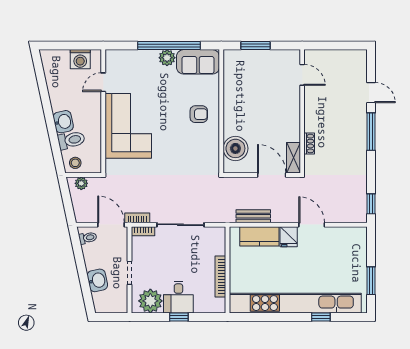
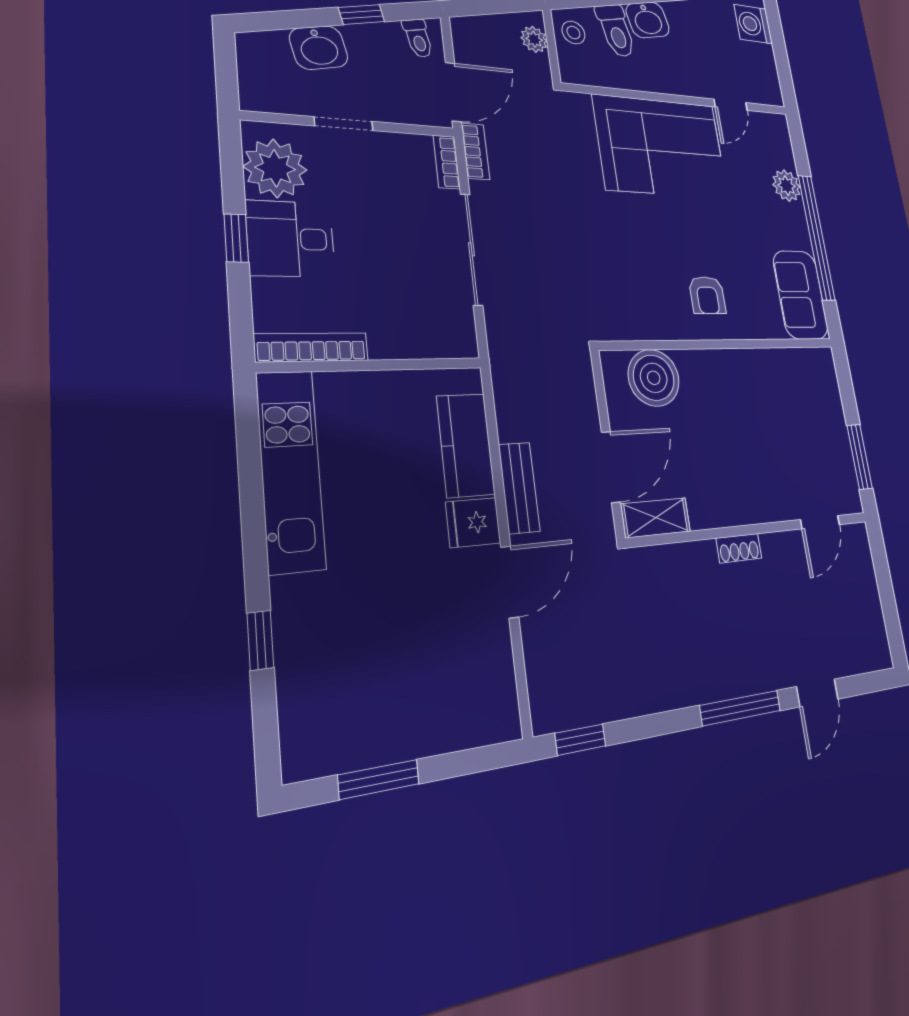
window: (255, 46) -> (860, 457), moved
plant: (167, 58) -> (787, 186), moved
washing machine: (80, 59) -> (753, 24), moved
door: (103, 82) -> (731, 105), swing flipped
shoe rack: (309, 144) -> (739, 548), moved
bench: (253, 216) -> (519, 488), moved
window: (80, 261) -> (361, 15), added
bookcase: (220, 276) -> (312, 347), moved
kitchen unit: (295, 303) -> (291, 470), width x0.54

